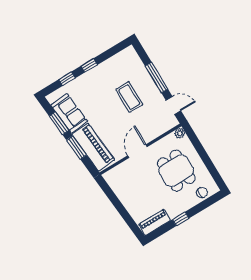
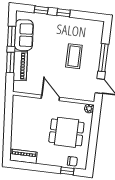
piano: (93, 147) -> (20, 66), width x0.73, depth x0.75
door: (137, 151) -> (50, 98), hinge flipped
dining table: (176, 171) -> (66, 132), turned 90
window: (181, 219) -> (67, 171), moved

